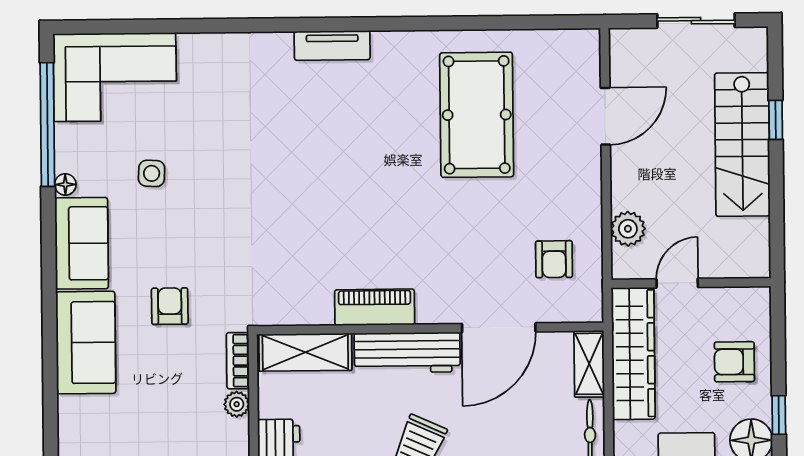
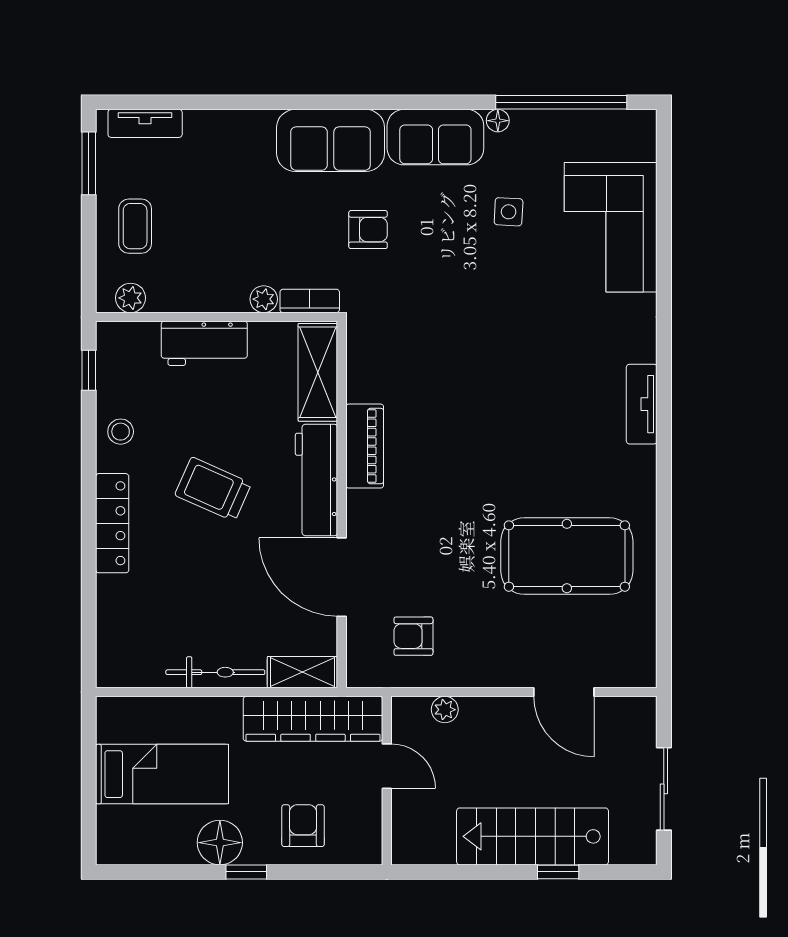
corner sofa: (115, 77) -> (611, 227), moved
plant: (628, 229) -> (445, 710), width x0.73, depth x0.73

